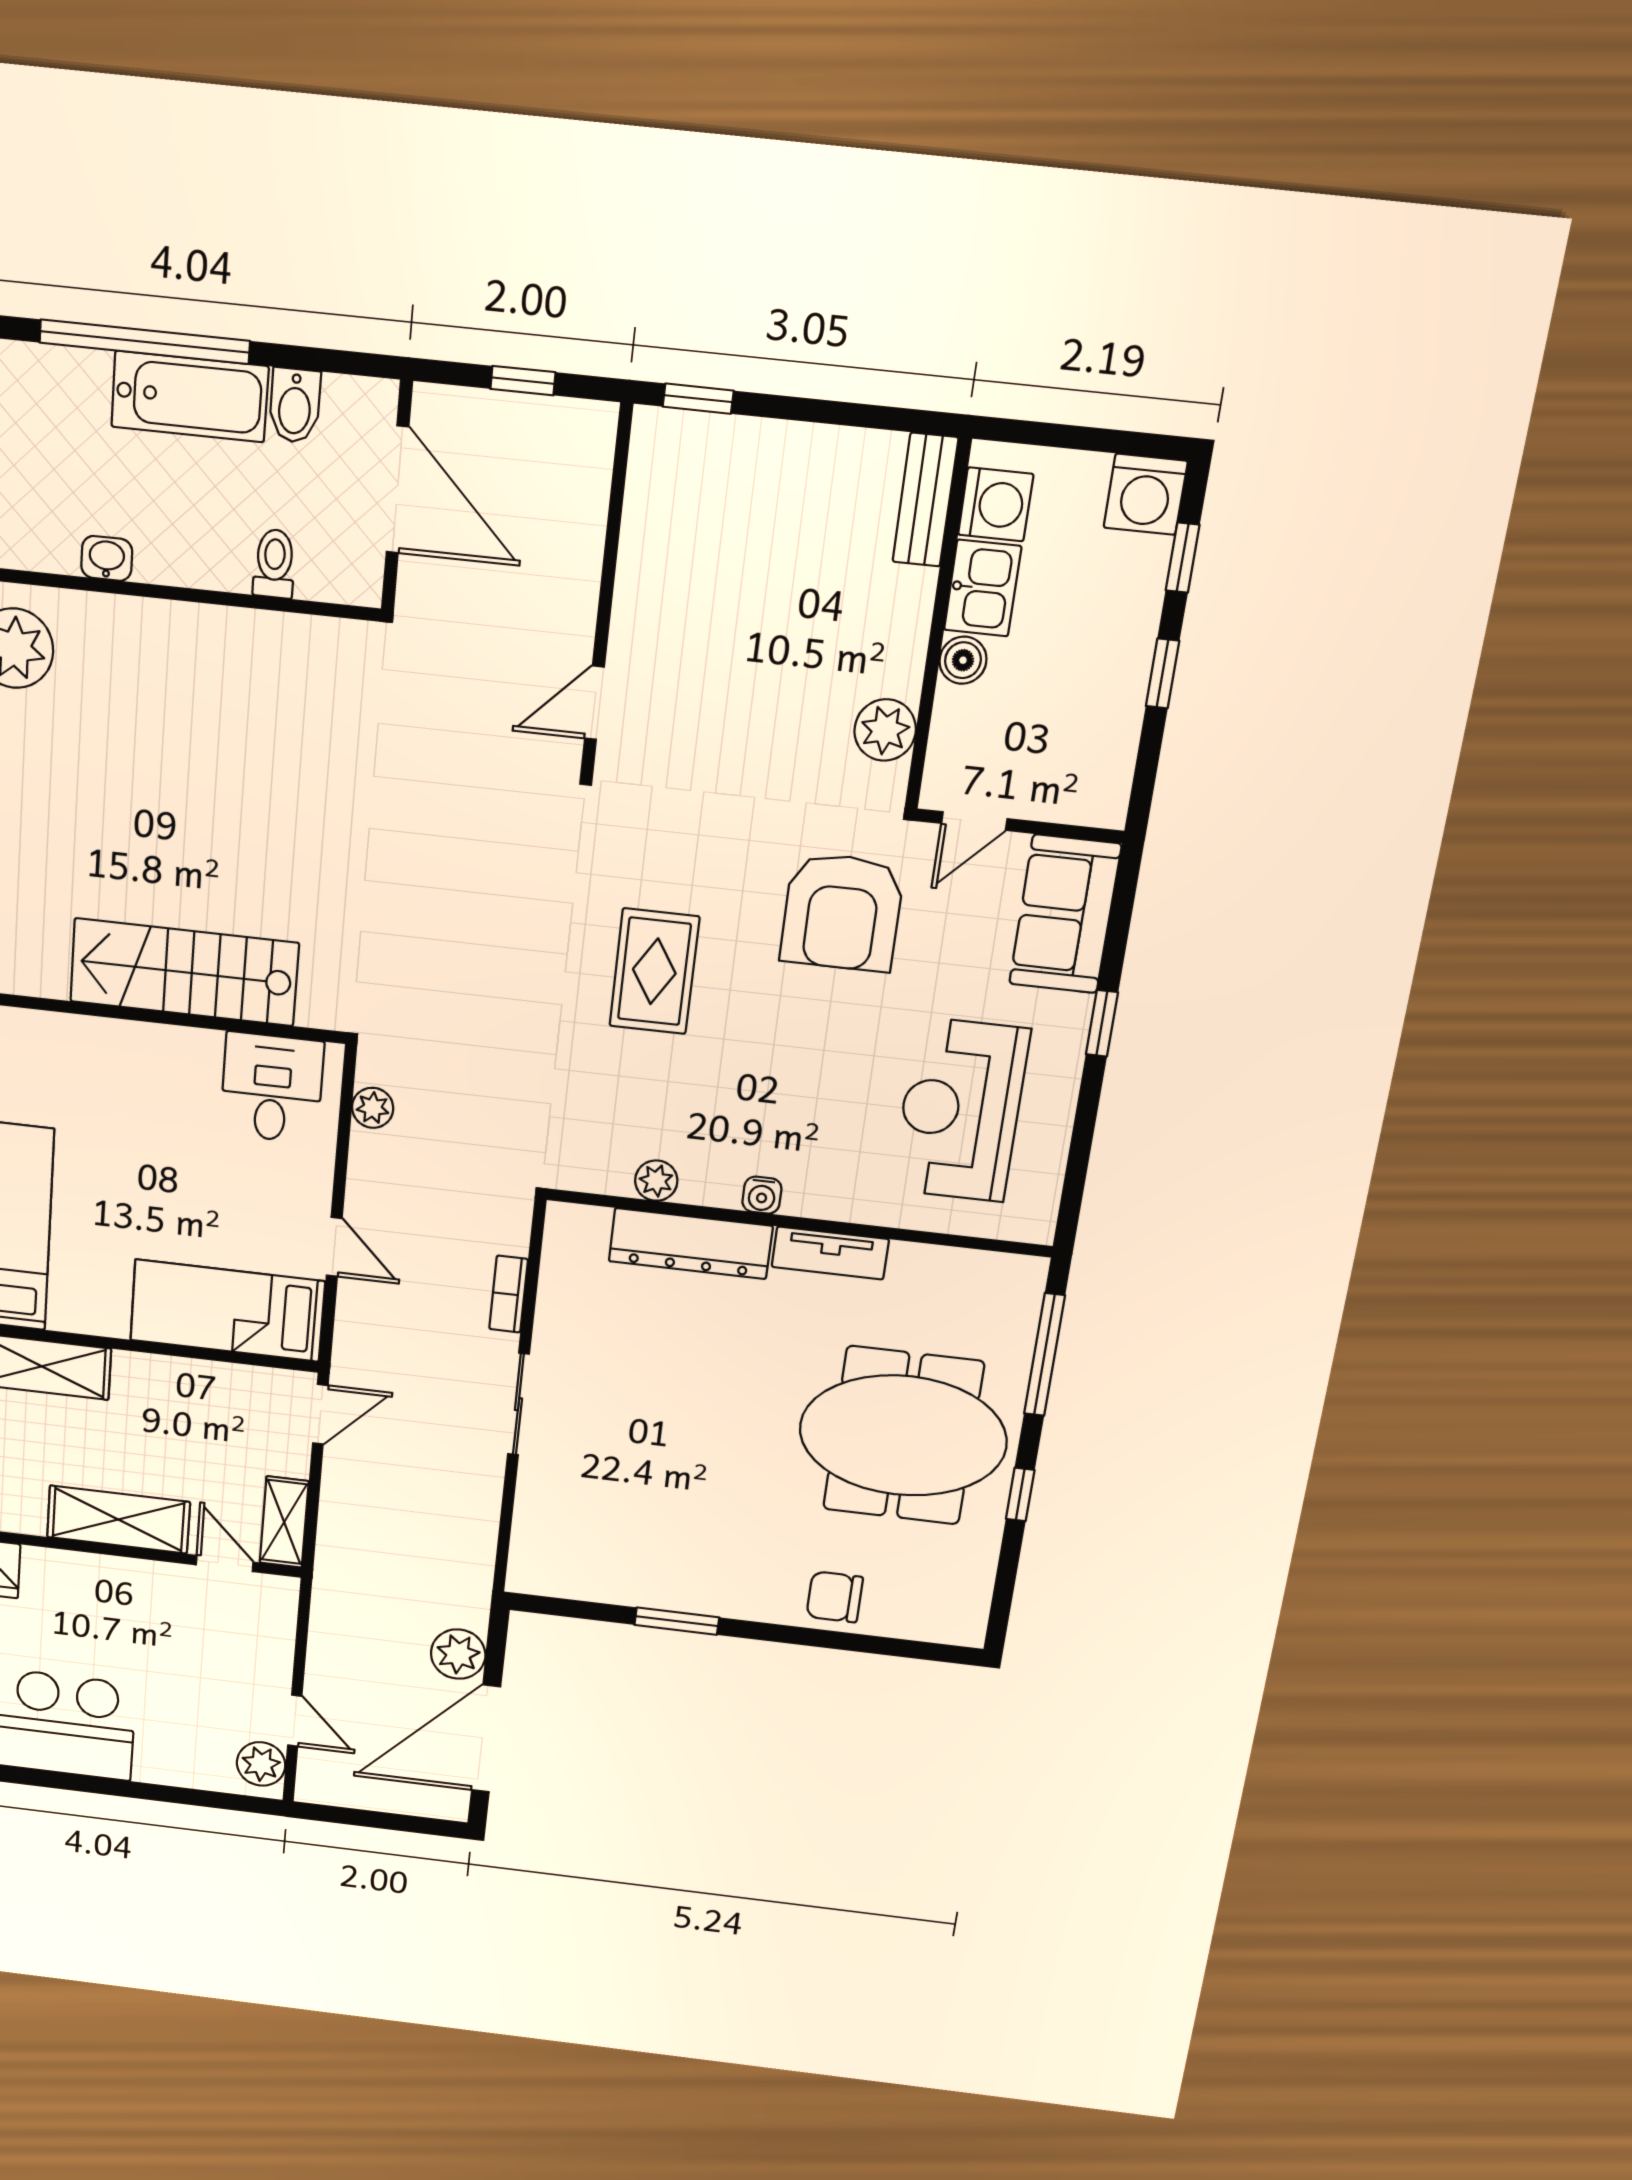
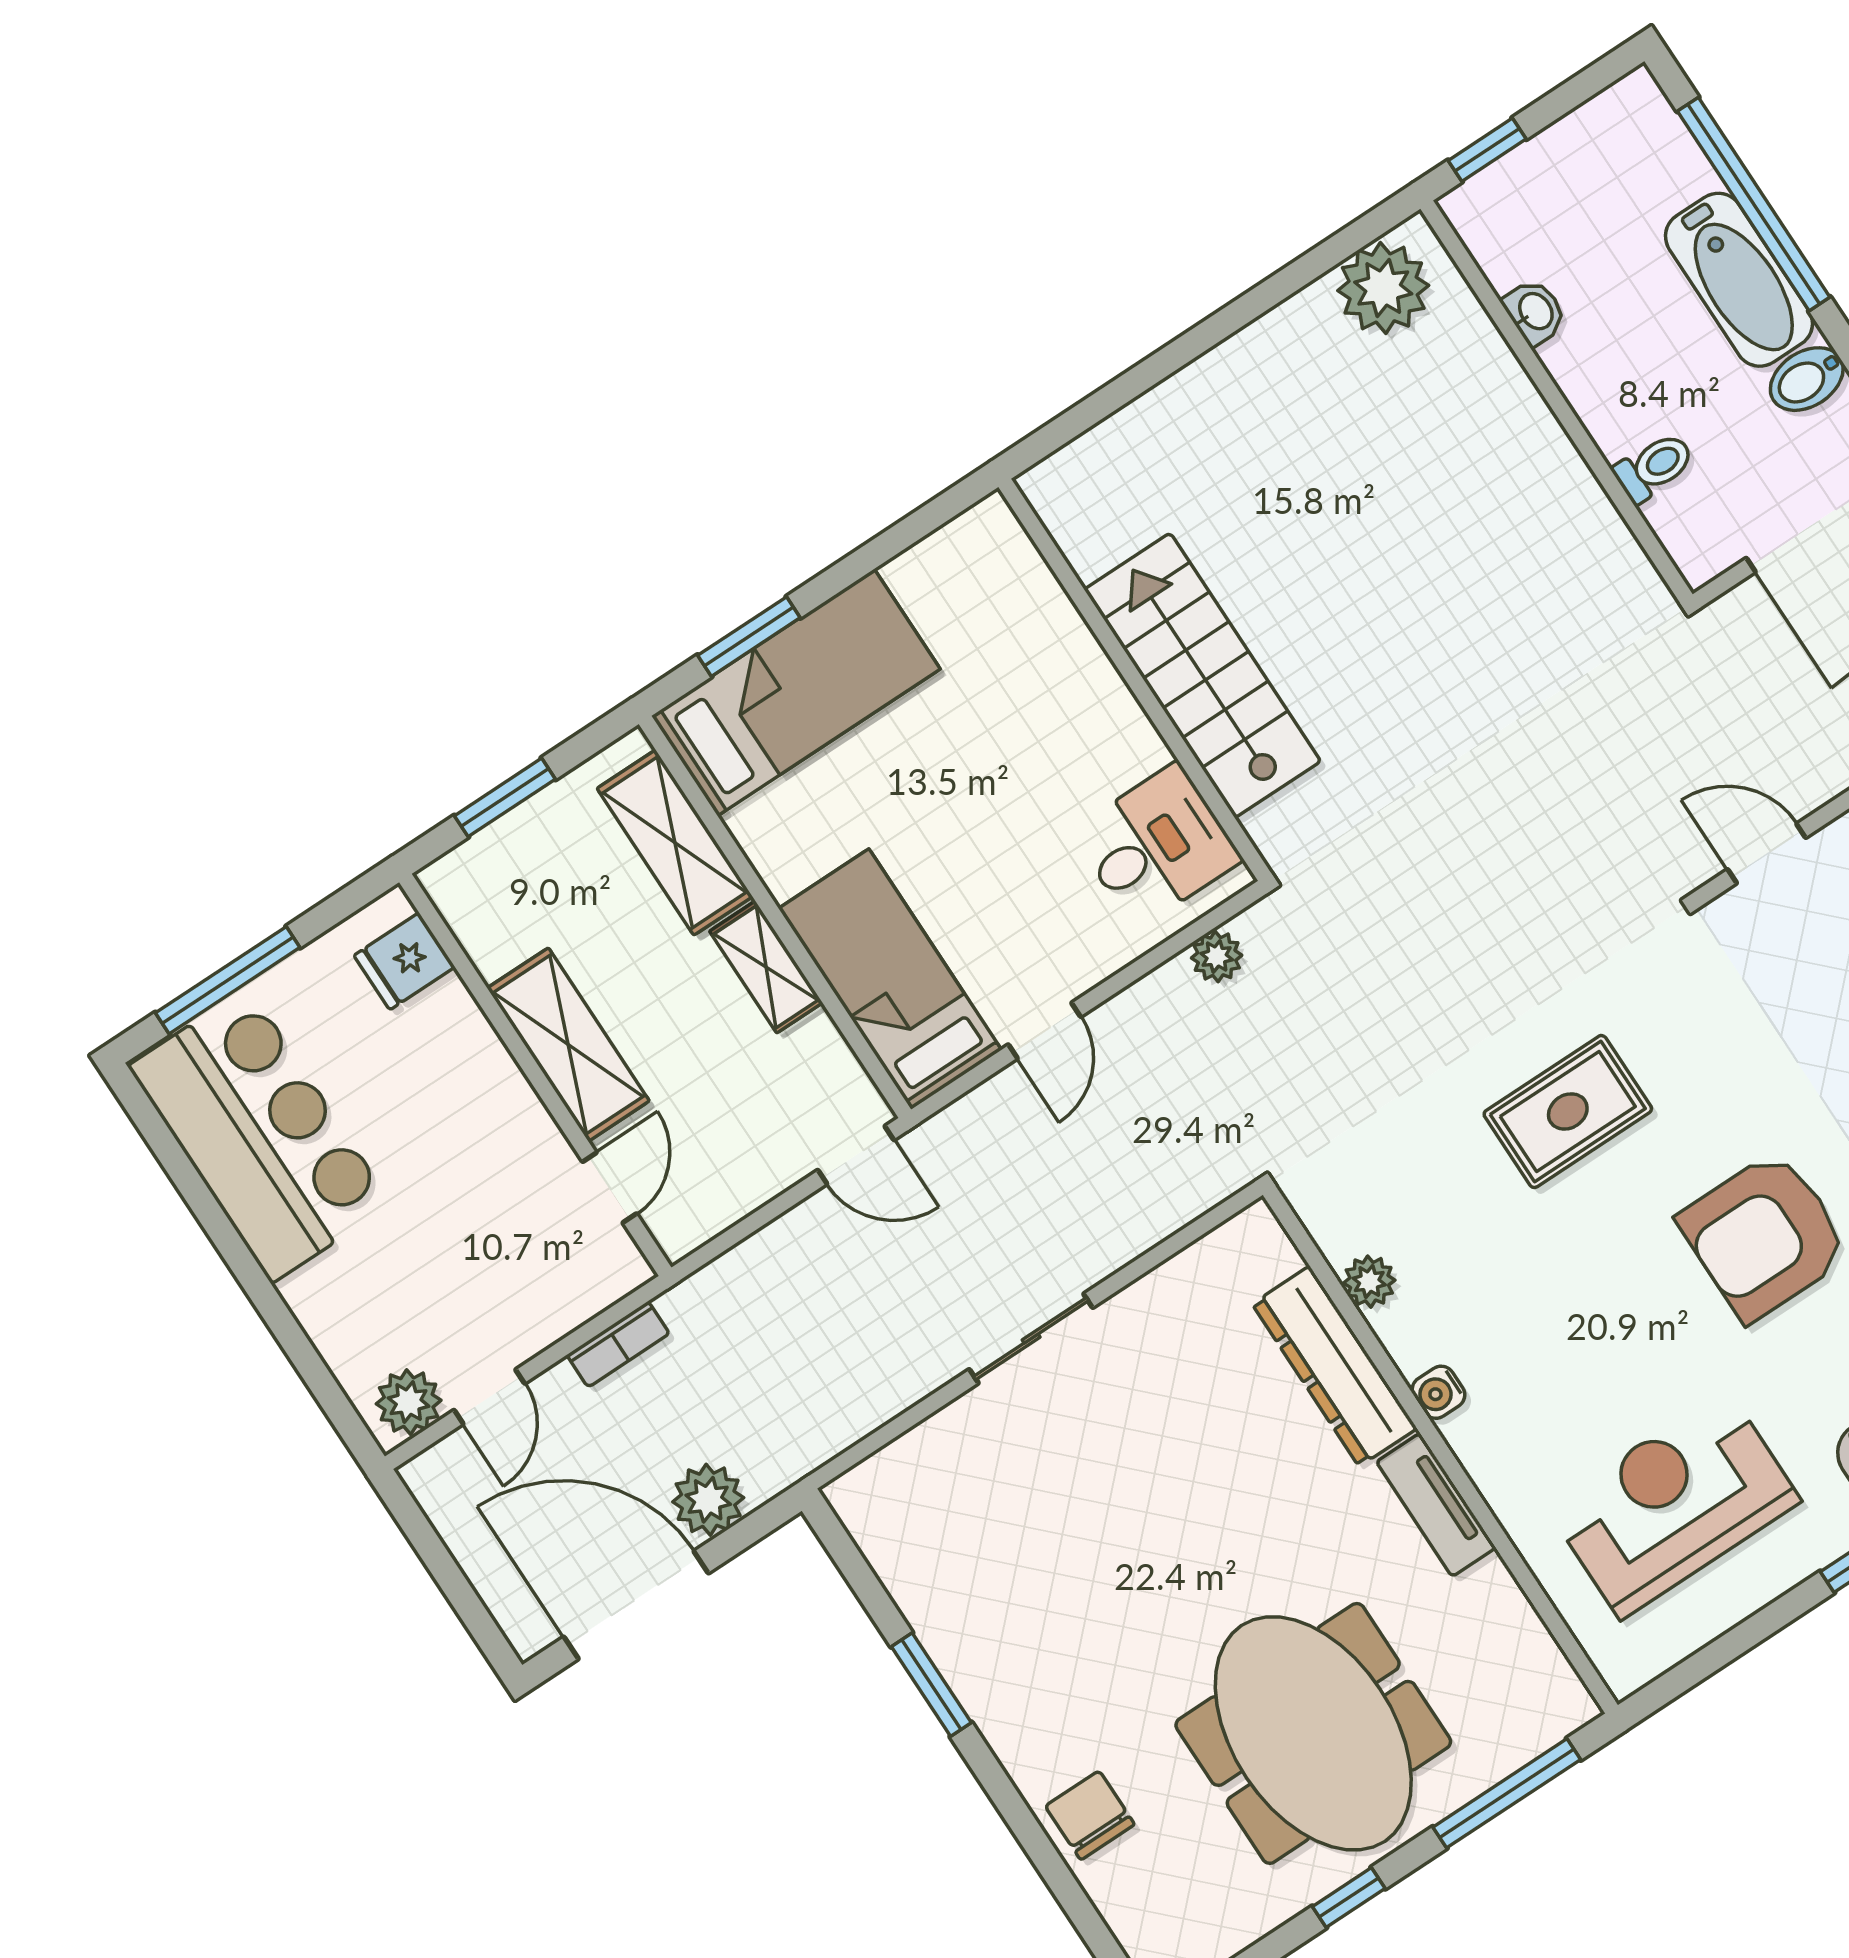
bookcase: (509, 1294) -> (618, 1344), moved, turned 180
shelving: (284, 1522) -> (766, 967), moved, turned 90

